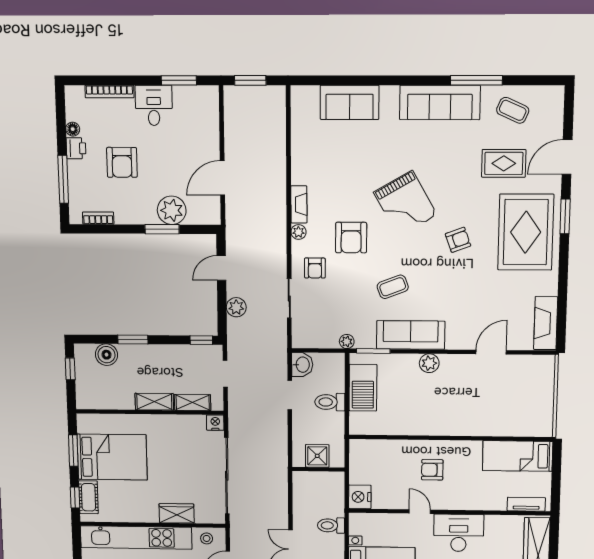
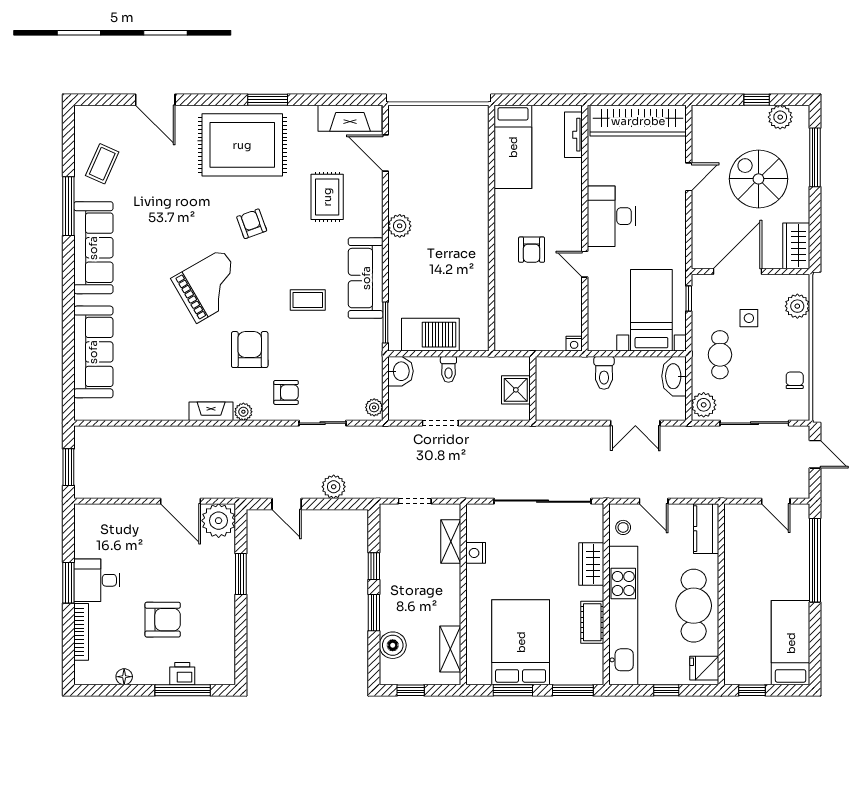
window: (179, 80) -> (68, 583), moved
sofa: (350, 102) -> (93, 352), width x1.36
printer: (76, 148) -> (182, 674), moved
rug: (504, 163) -> (327, 197), moved
plant: (172, 210) -> (219, 521), moved
window: (565, 216) -> (268, 100), moved
bookcase: (98, 218) -> (228, 650), removed
armchair: (351, 238) -> (250, 350), turned -90
coffee table: (393, 287) -> (308, 300), turned -69
window: (201, 340) -> (374, 566), moved
plant: (347, 341) -> (374, 407), moved
door: (491, 352) -> (385, 153), moved
plant: (429, 363) -> (400, 226), moved
washbasin: (302, 365) -> (400, 371), moved, turned 90
shelving: (154, 402) -> (450, 649), moved
toilet: (330, 402) -> (448, 369), width x0.73, depth x0.72
nightstand: (215, 423) -> (476, 553), moved
cot: (89, 497) -> (592, 622), moved, turned 90
nightstand: (360, 497) -> (574, 344), width x0.53, depth x0.56
window: (75, 498) -> (573, 690), width x1.50
door: (420, 512) -> (585, 264), hinge flipped

